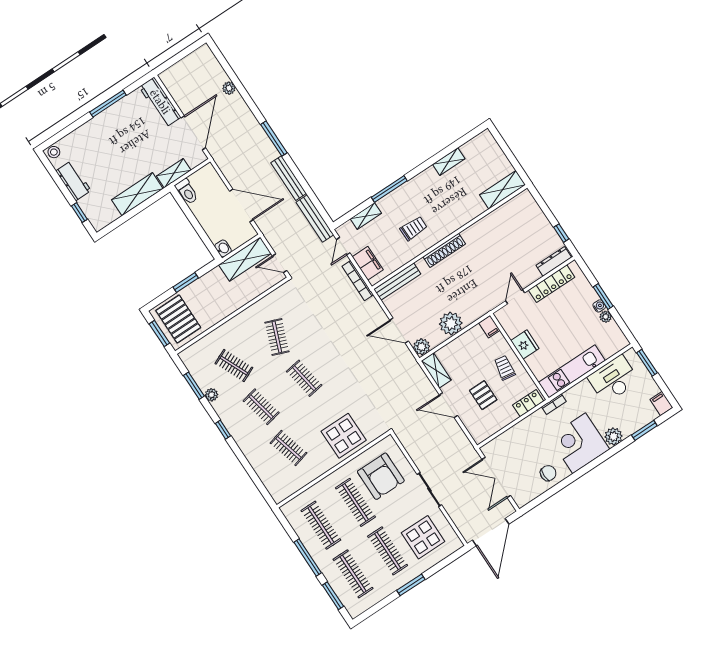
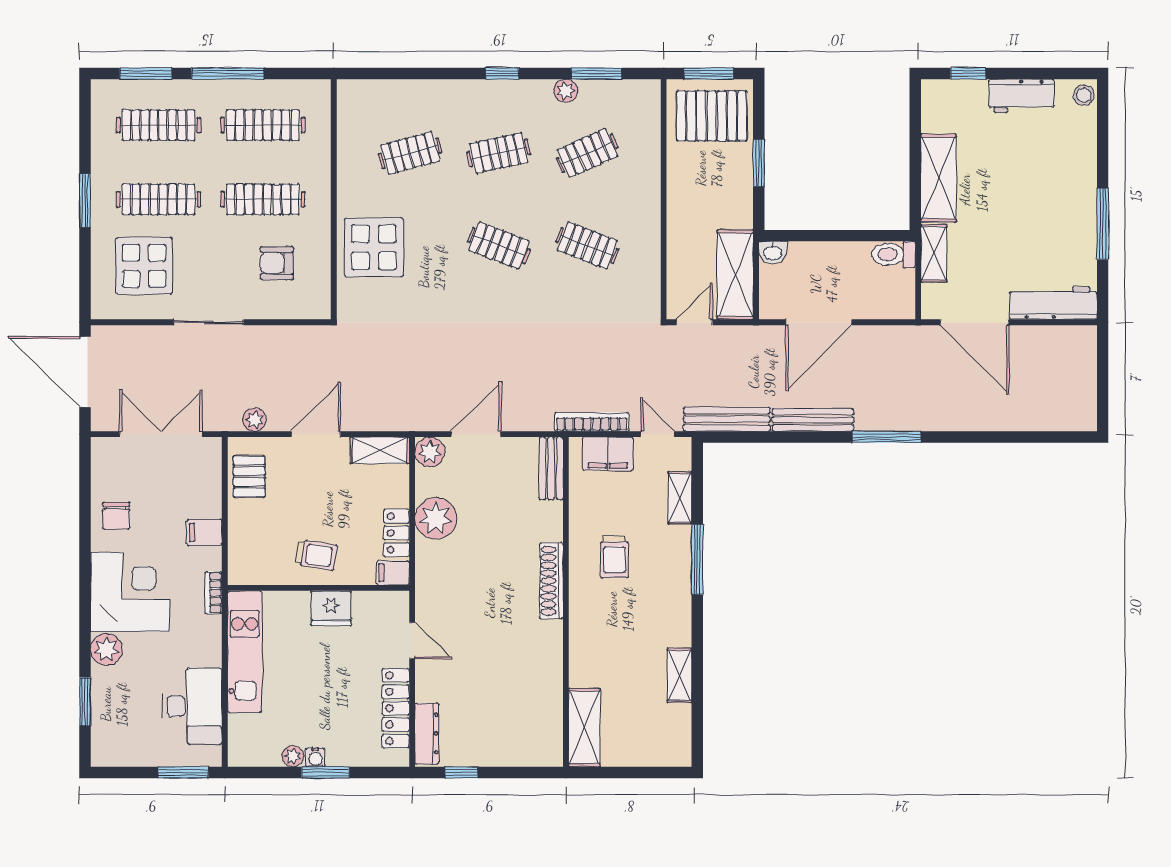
plant: (229, 88) -> (255, 420), moved
bench: (397, 282) -> (551, 468), width x0.73
clothes rail: (304, 378) -> (499, 245), turned 30
pallet: (483, 395) -> (249, 476), moved, turned 90
locker: (528, 403) -> (396, 533), moved, turned 180
filing cabinet: (661, 404) -> (204, 532), moved, turned 180
armchair: (381, 476) -> (277, 263), width x0.53, depth x0.53

